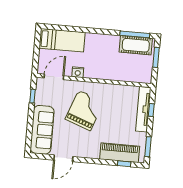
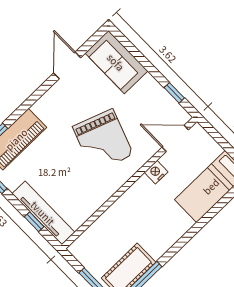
door: (54, 77) -> (175, 138), swing flipped
sofa: (42, 130) -> (116, 62), width x0.73

